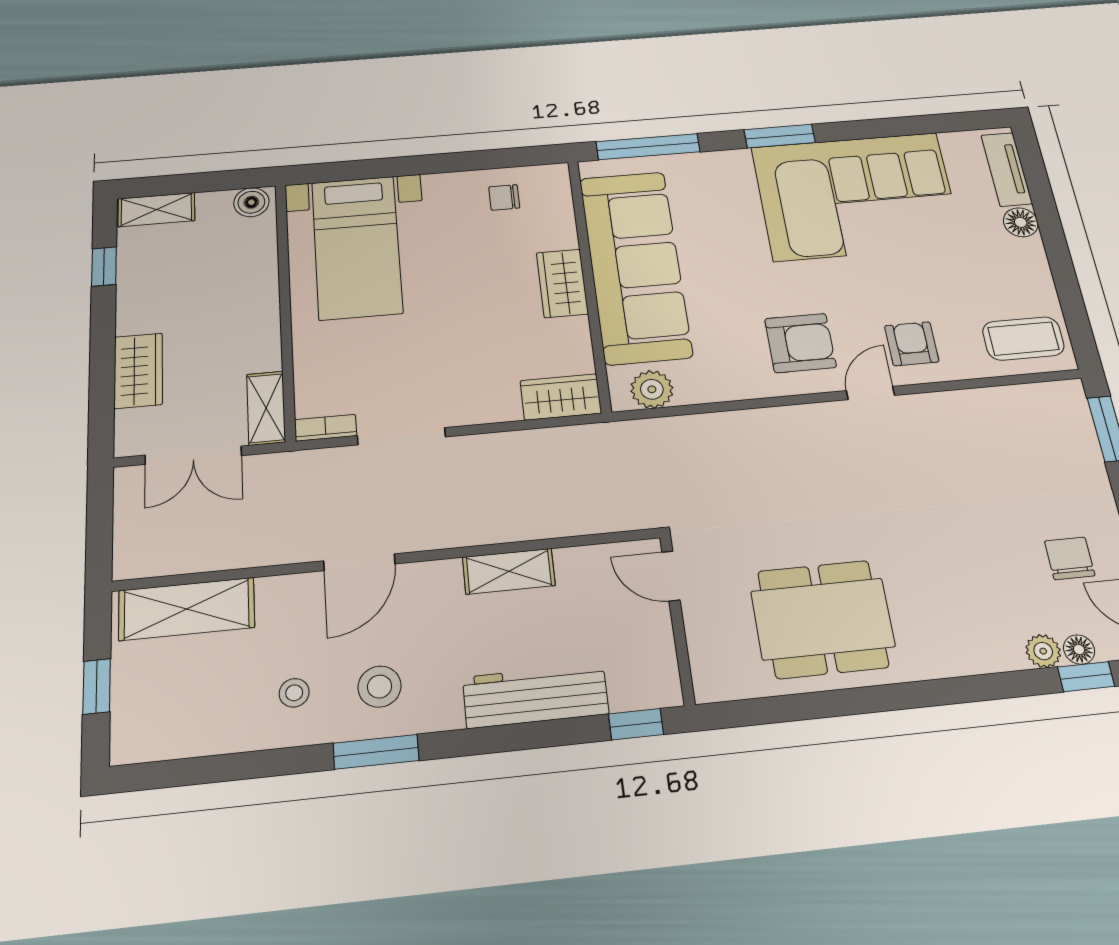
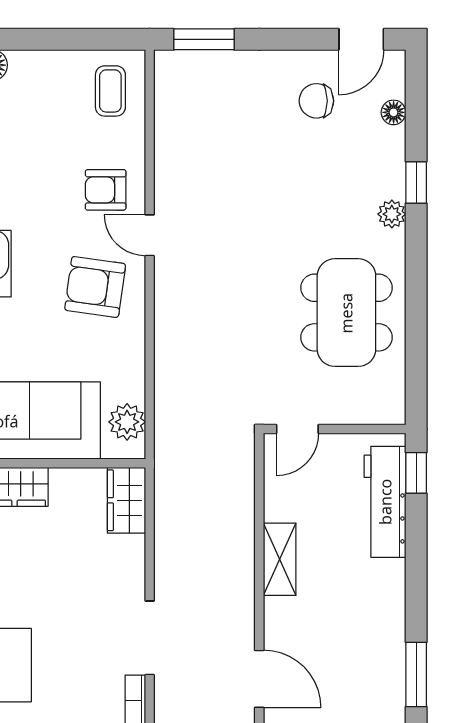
coffee table: (1023, 339) -> (110, 91), width x0.73, depth x0.77
armchair: (800, 343) -> (95, 287), turned -82
plant: (1043, 651) -> (392, 214), moved
window: (1086, 677) -> (416, 183), moved
stool: (380, 687) -> (365, 669), removed
workbench: (536, 696) -> (385, 502), moved

